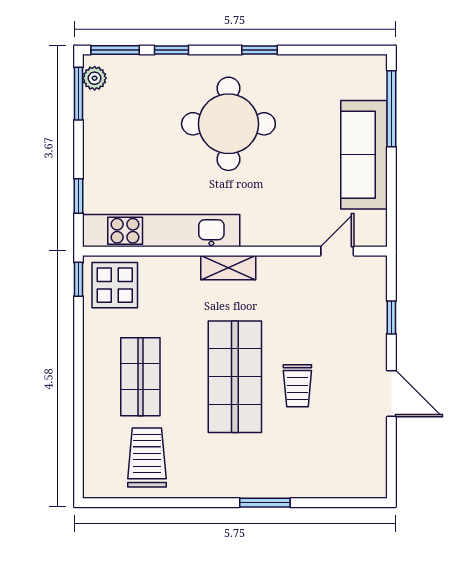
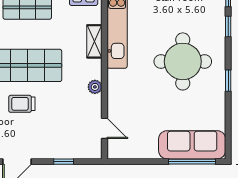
sofa: (364, 155) -> (192, 145), moved
plant: (270, 267) -> (95, 87), added
shelving: (228, 268) -> (94, 41), moved

